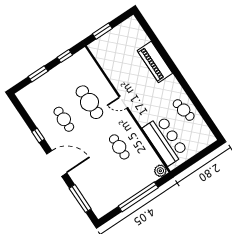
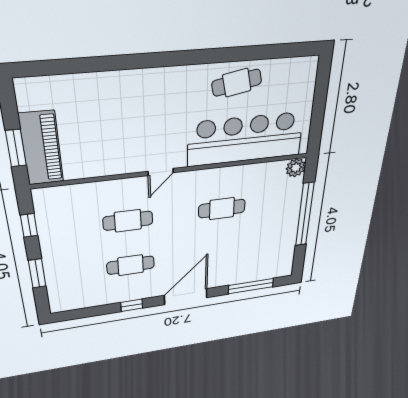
piano: (155, 62) -> (41, 148), moved, turned -90
cafe table: (89, 102) -> (128, 221), width x0.73, depth x0.74
bar counter: (165, 140) -> (245, 139), width x1.36

